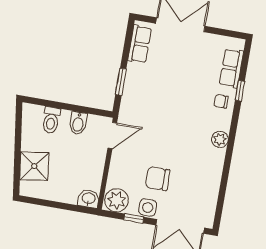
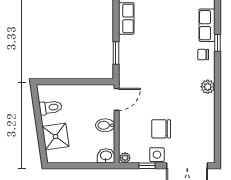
toilet: (51, 120) -> (50, 107), moved, turned -98
bidet: (78, 123) -> (105, 125), moved, turned 90
plant: (117, 200) -> (125, 158), width x0.53, depth x0.53

